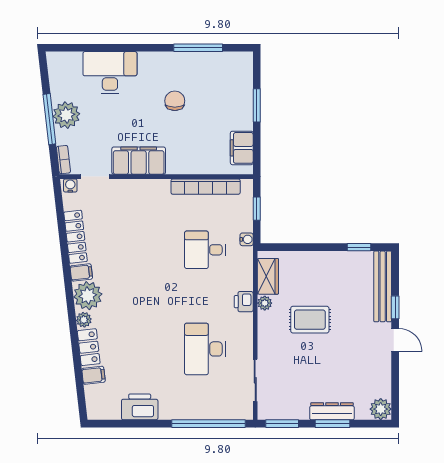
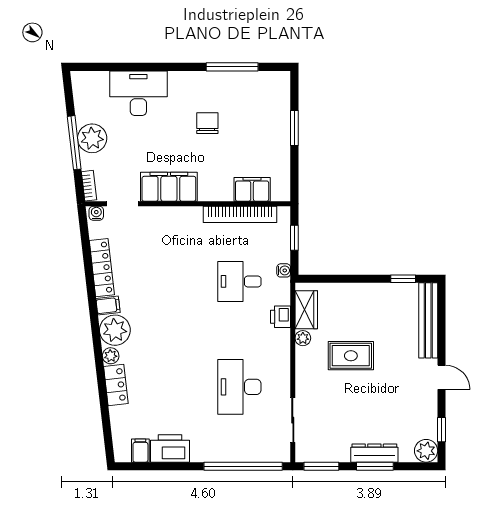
filing cabinet: (242, 148) -> (252, 189), moved, turned 90
printer: (244, 302) -> (281, 317), moved
window: (395, 307) -> (441, 430), moved
filing cabinet: (93, 375) -> (140, 451), moved, turned -83

